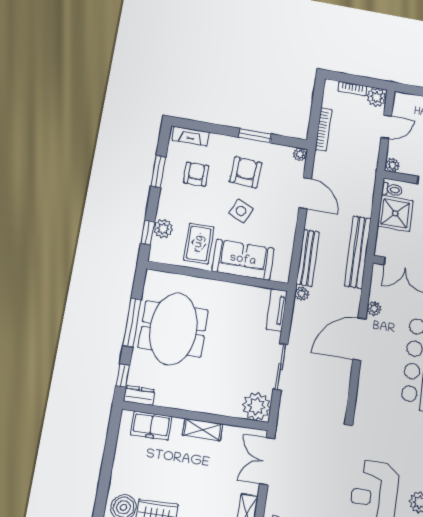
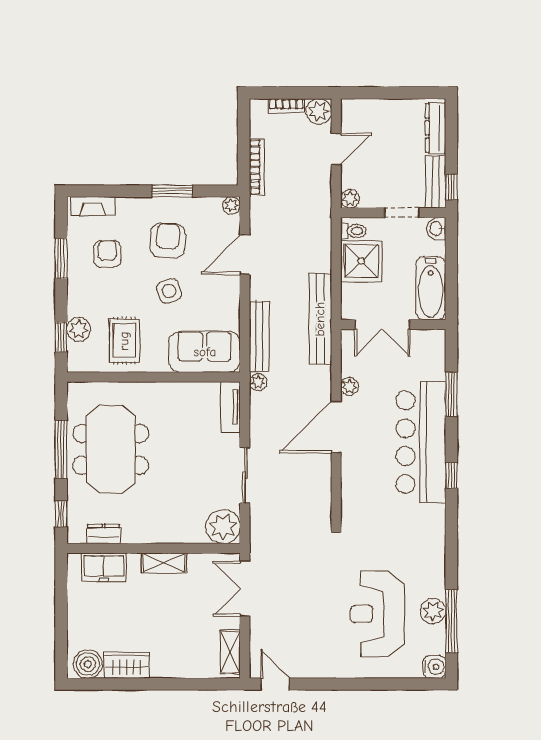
door: (305, 193) -> (245, 255), swing flipped
side table: (241, 211) -> (169, 291), turned 45
sofa: (243, 260) -> (205, 352), moved
dresser: (139, 395) -> (103, 534), moved

